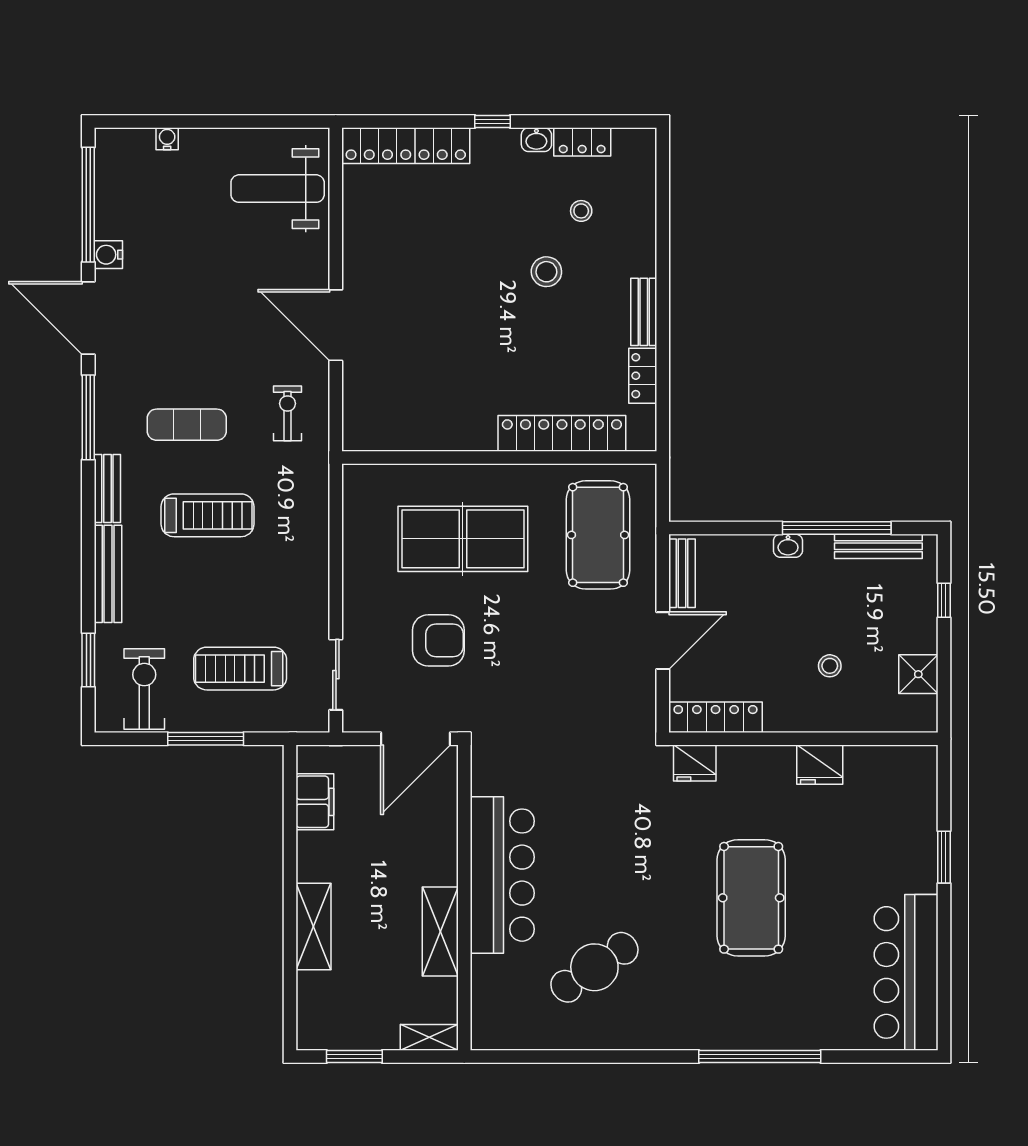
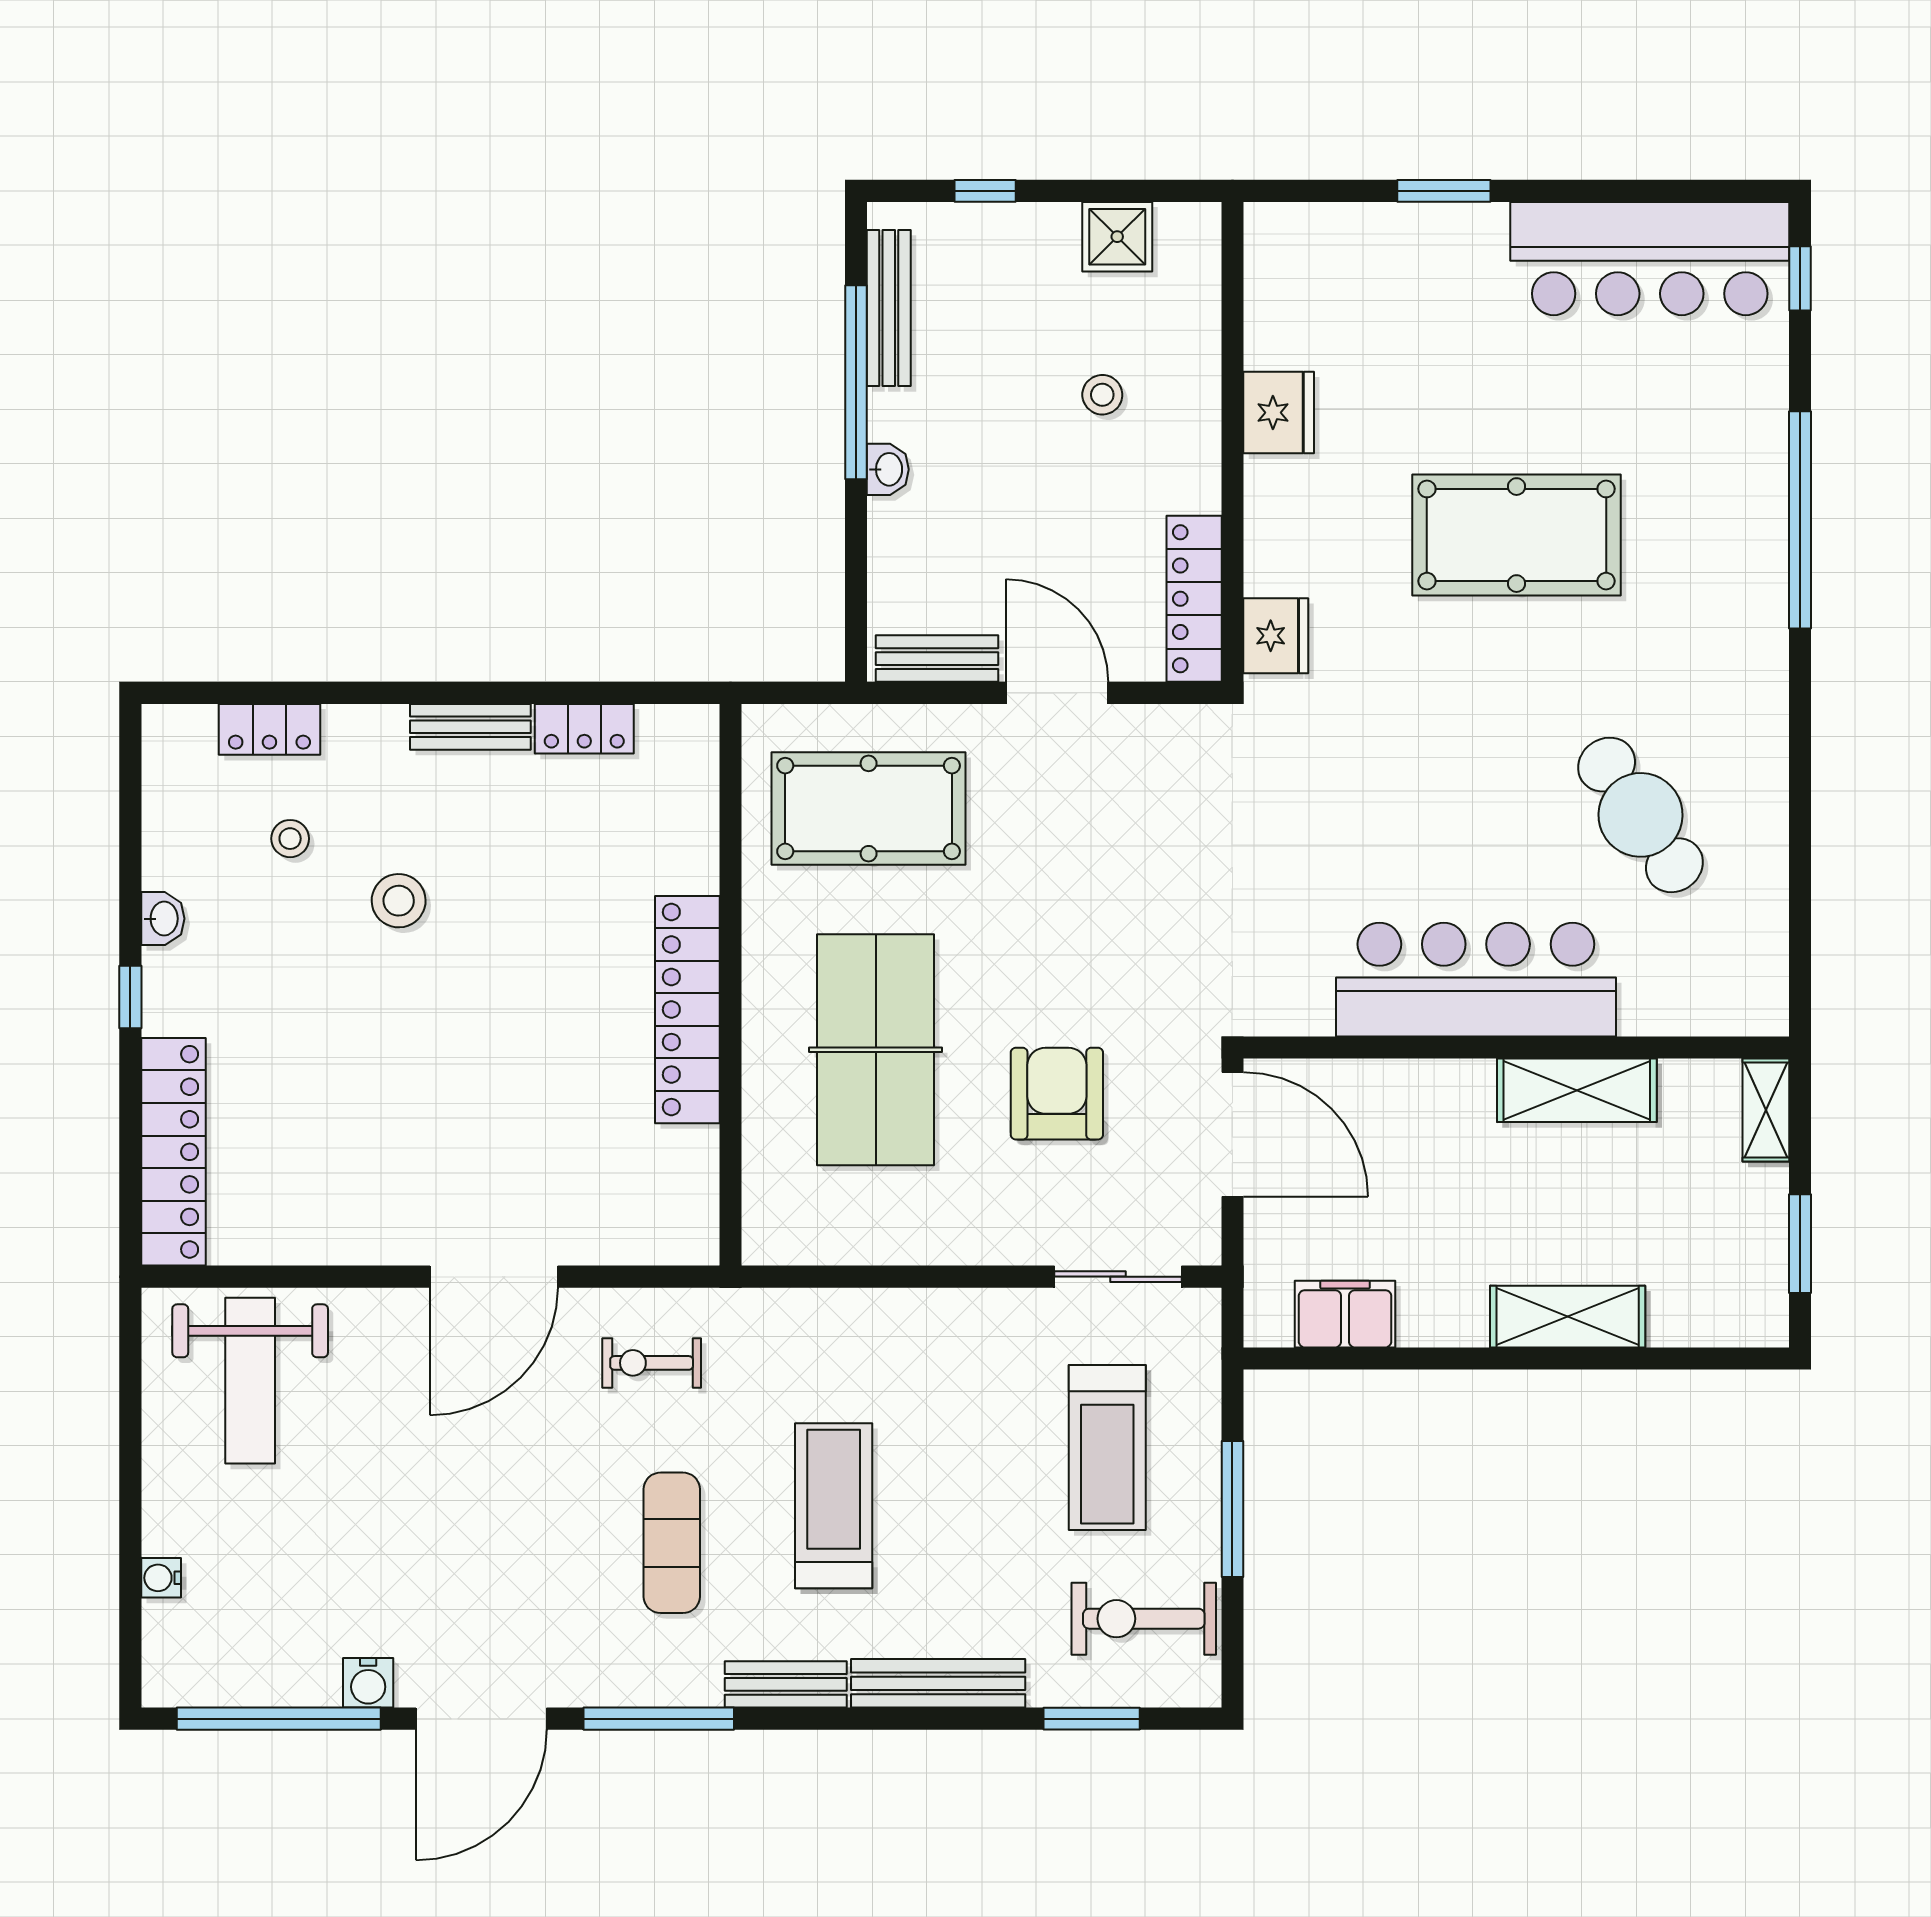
locker: (582, 142) -> (269, 729), moved, turned 90
locker: (562, 433) -> (687, 1010), moved
window: (895, 1057) -> (1800, 278), added

